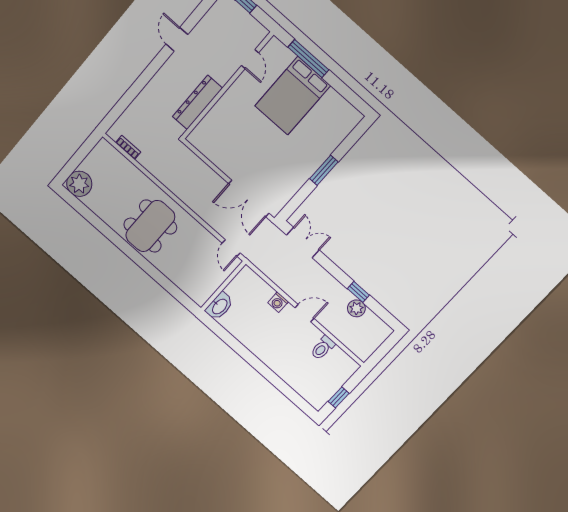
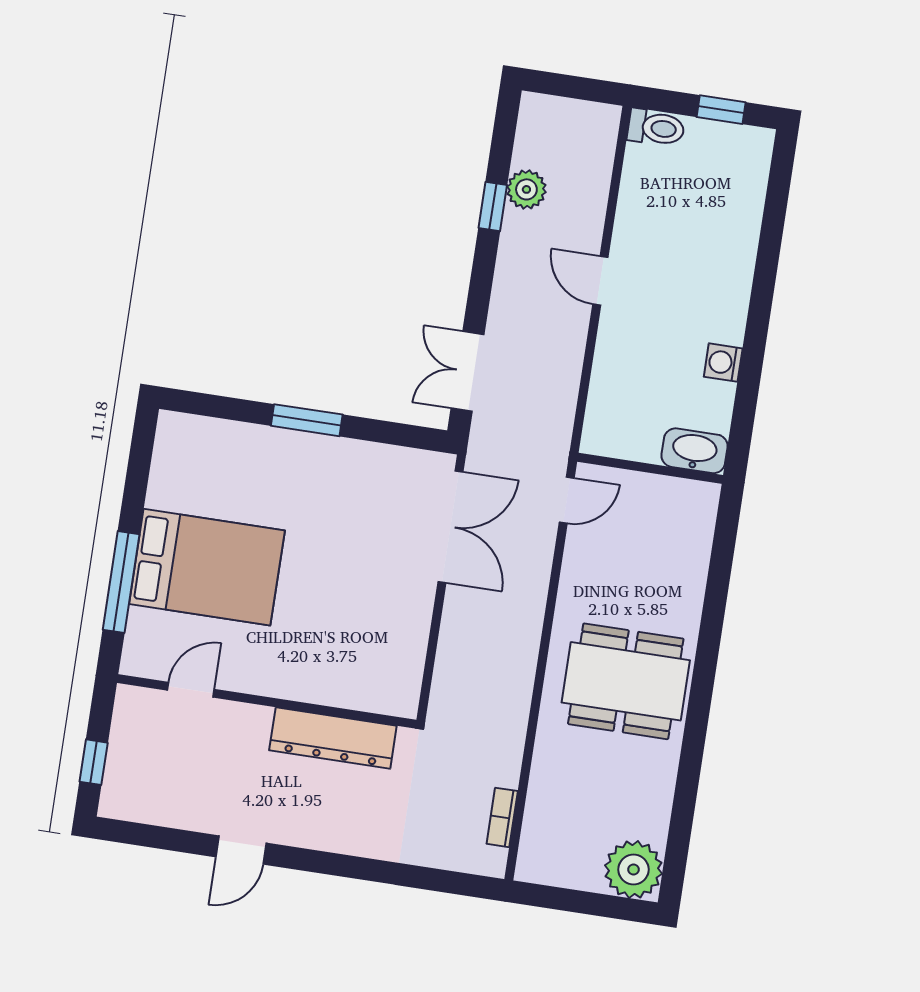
washing machine: (278, 302) -> (723, 363), moved, turned 180
toilet: (323, 348) -> (656, 128), moved

